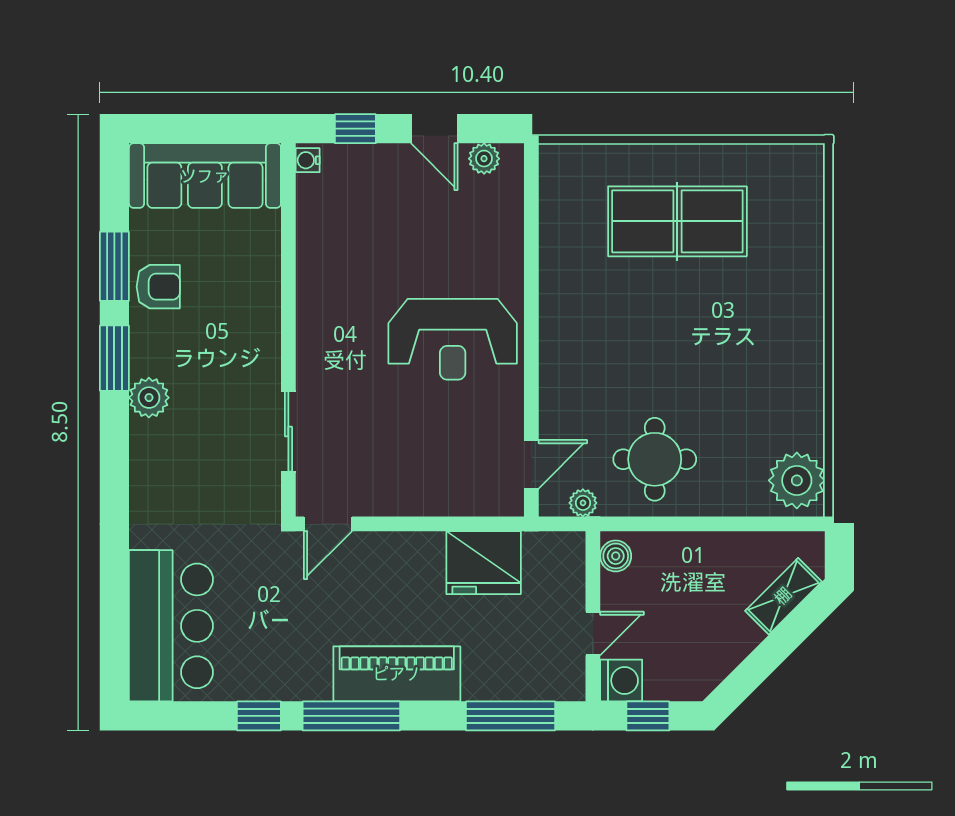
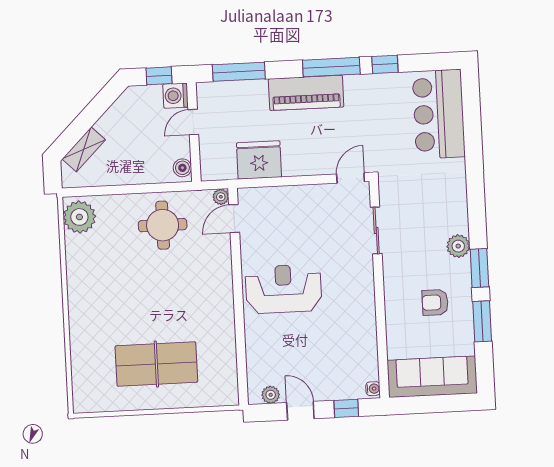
armchair: (158, 287) -> (435, 302), moved
plant: (583, 503) -> (221, 197), moved

